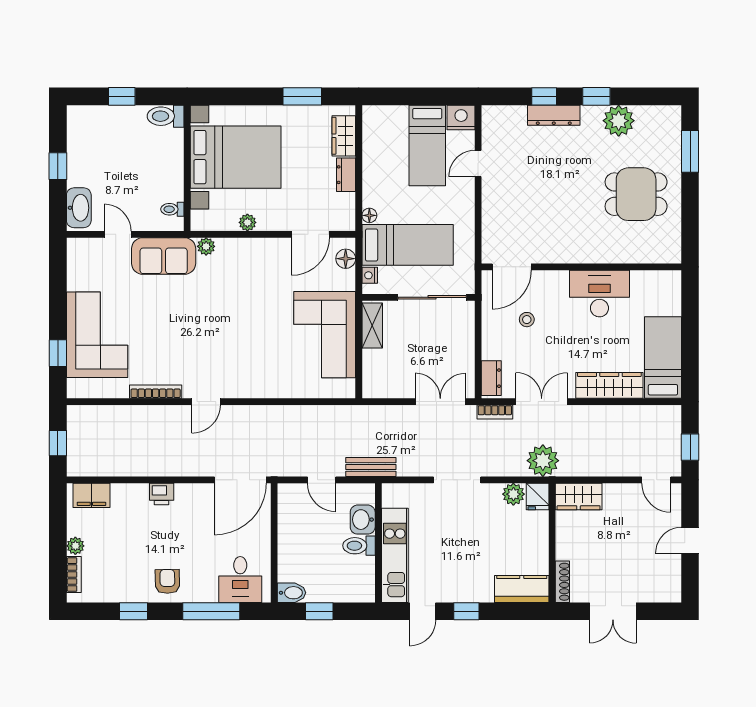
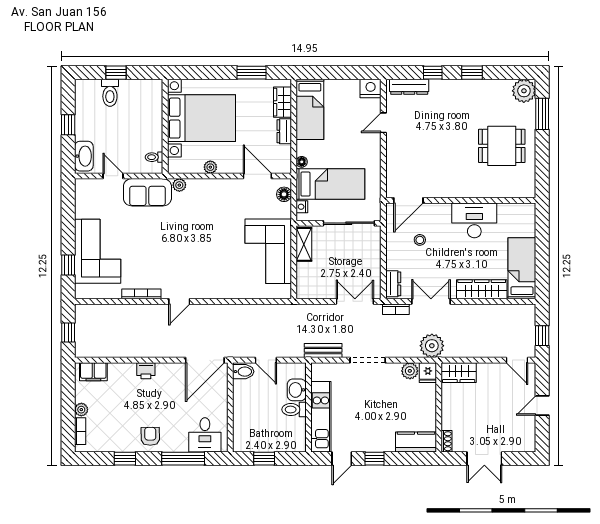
dresser: (554, 115) -> (409, 87), moved
toilet: (166, 116) -> (110, 93), moved, turned -90
plant: (619, 121) -> (524, 91), moved
bed: (427, 146) -> (310, 109), moved
door: (310, 234) -> (257, 176), swing flipped
bench: (371, 467) -> (323, 350), moved
shoe rack: (562, 582) -> (447, 441), width x0.70
bidet: (291, 593) -> (243, 372), moved

